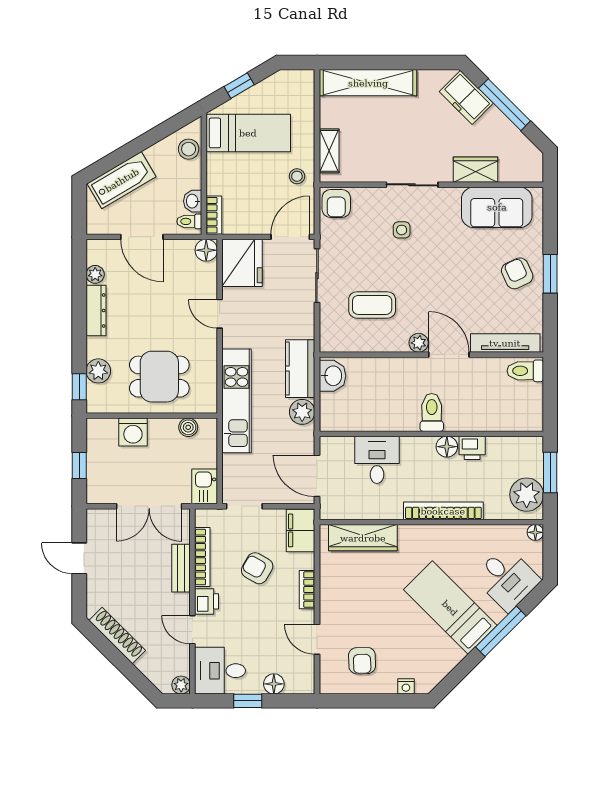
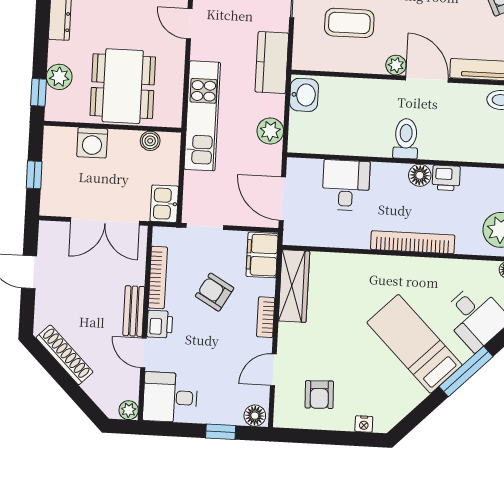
kitchen counter: (300, 369) -> (272, 63), moved
dining table: (159, 377) -> (123, 86), width x1.38
wardrobe: (363, 538) -> (294, 286), moved, turned -90
bench: (181, 568) -> (134, 311), moved
door: (317, 639) -> (273, 370), hinge flipped
floor lamp: (274, 684) -> (255, 416), moved
window: (248, 701) -> (221, 432), moved

